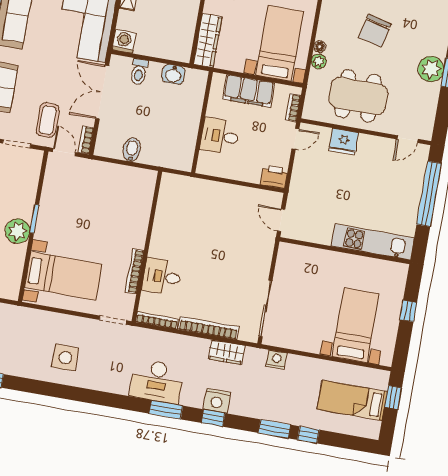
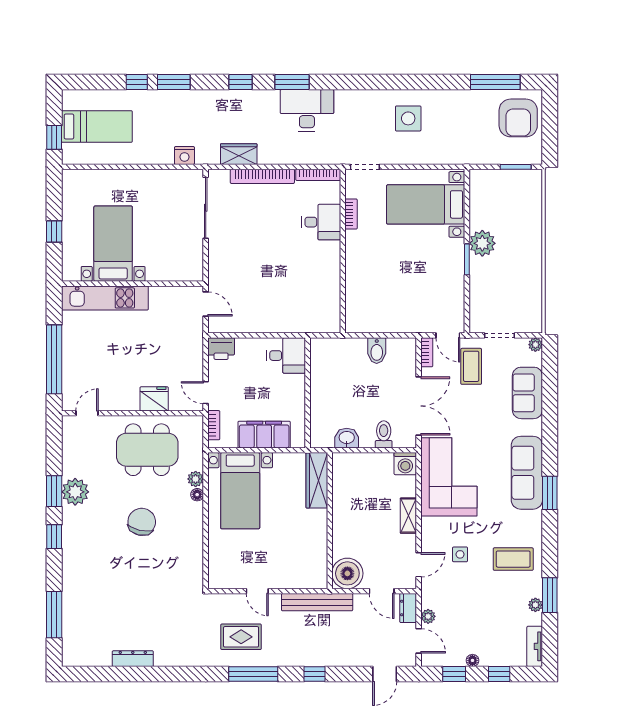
desk: (220, 136) -> (286, 356), moved
door: (295, 139) -> (206, 393), hinge flipped
bookcase: (135, 271) -> (351, 214), width x0.64
bed with nightstands: (355, 325) -> (113, 244), moved, turned 180
nightstand: (217, 401) -> (240, 101), removed

